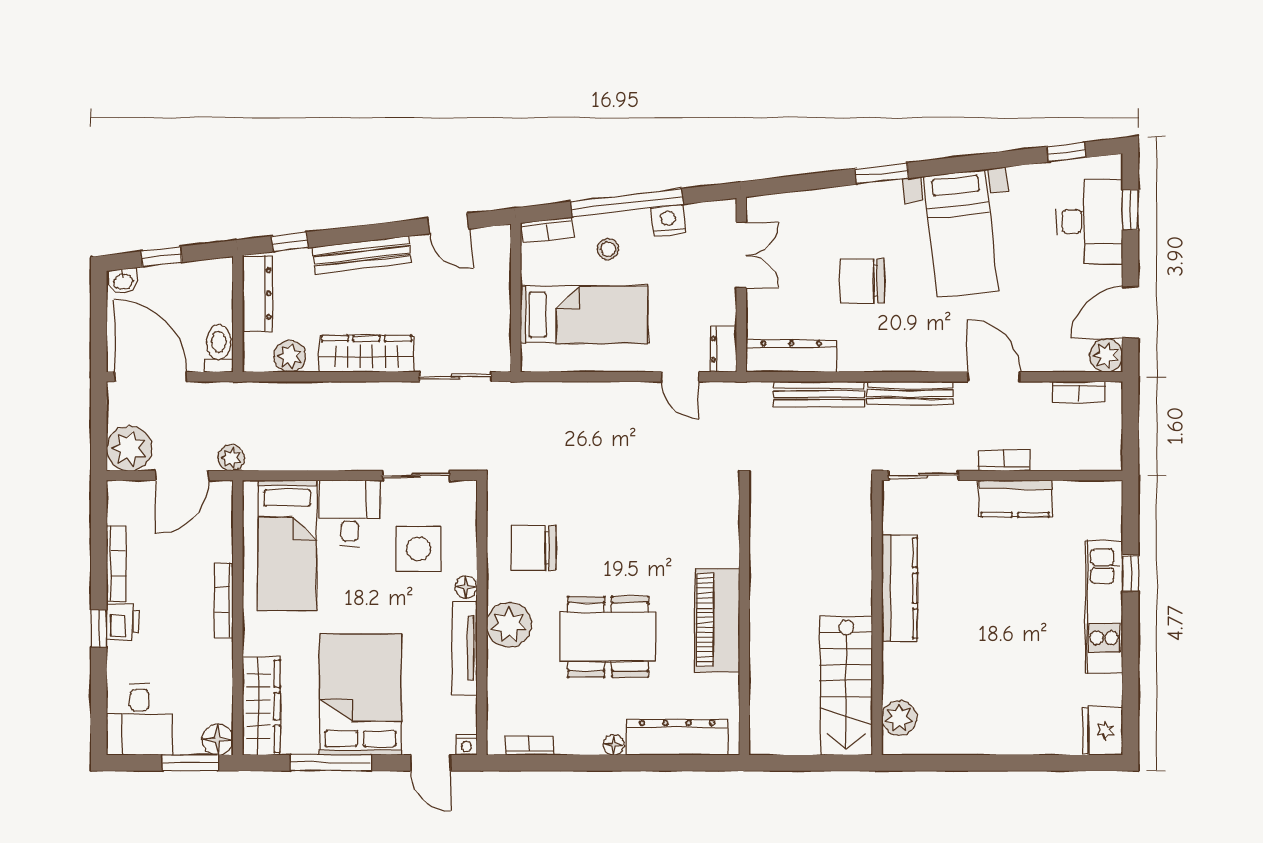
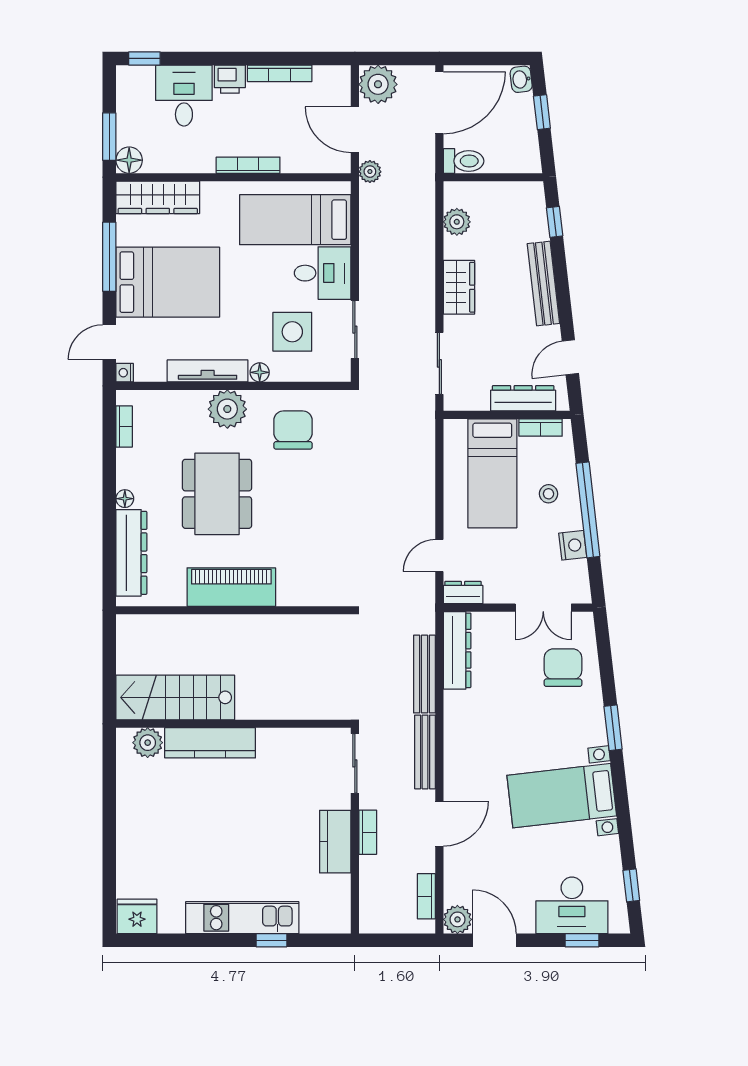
bookcase: (547, 230) -> (541, 427), moved, turned -83
chair: (862, 281) -> (563, 668), moved
dresser: (257, 293) -> (523, 398), moved, turned 180
wardrobe: (366, 354) -> (459, 287), width x0.67
kitchen counter: (899, 588) -> (210, 743), moved
window: (99, 628) -> (144, 58), moved
desk: (140, 719) -> (184, 96), moved, turned 90

